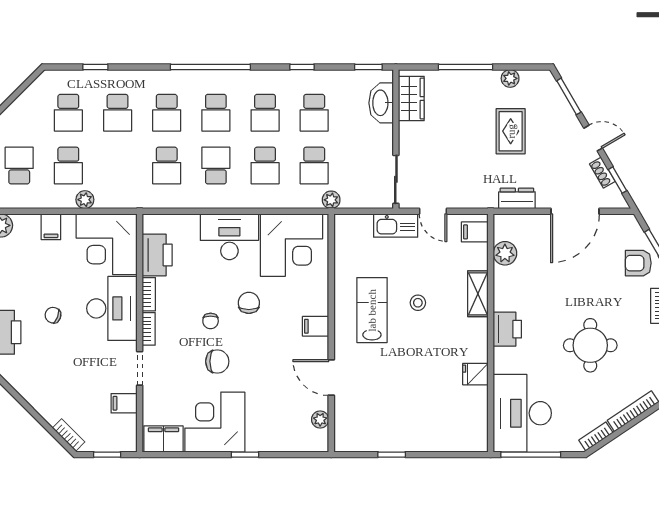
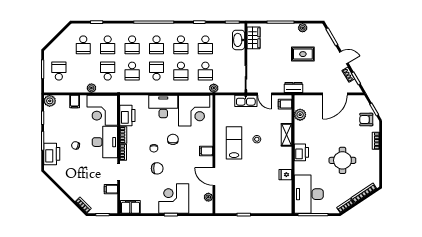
rug: (511, 131) -> (303, 54), turned 90
school desk: (68, 166) -> (108, 71), moved, turned 180
dresser: (517, 198) -> (293, 87), moved
corner desk: (215, 422) -> (174, 199), moved

